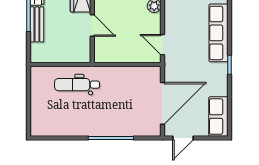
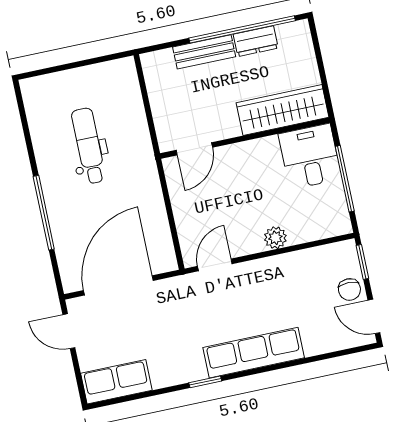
door: (92, 26) -> (194, 149), moved
dental chair: (77, 85) -> (89, 146), moved
door: (162, 103) -> (118, 285), swing flipped

